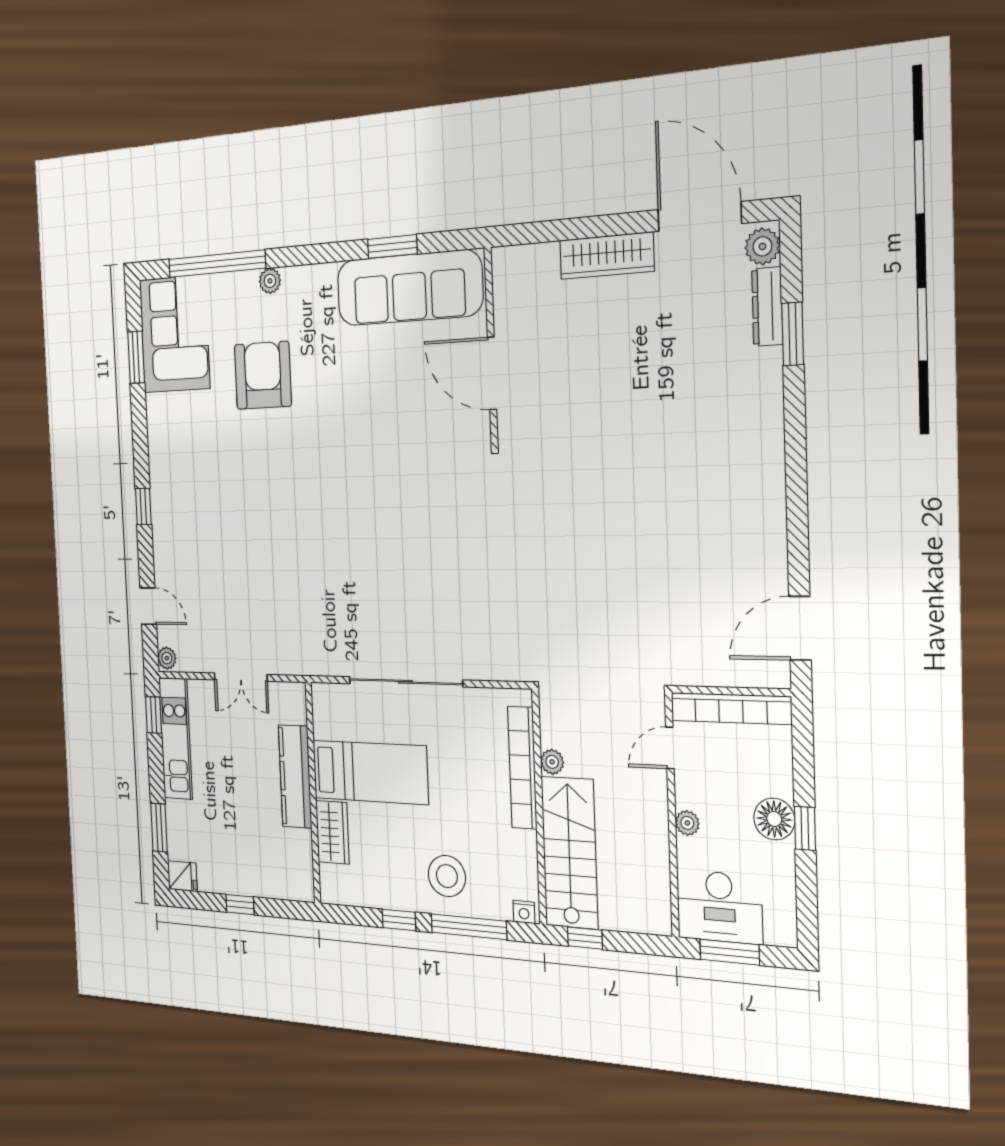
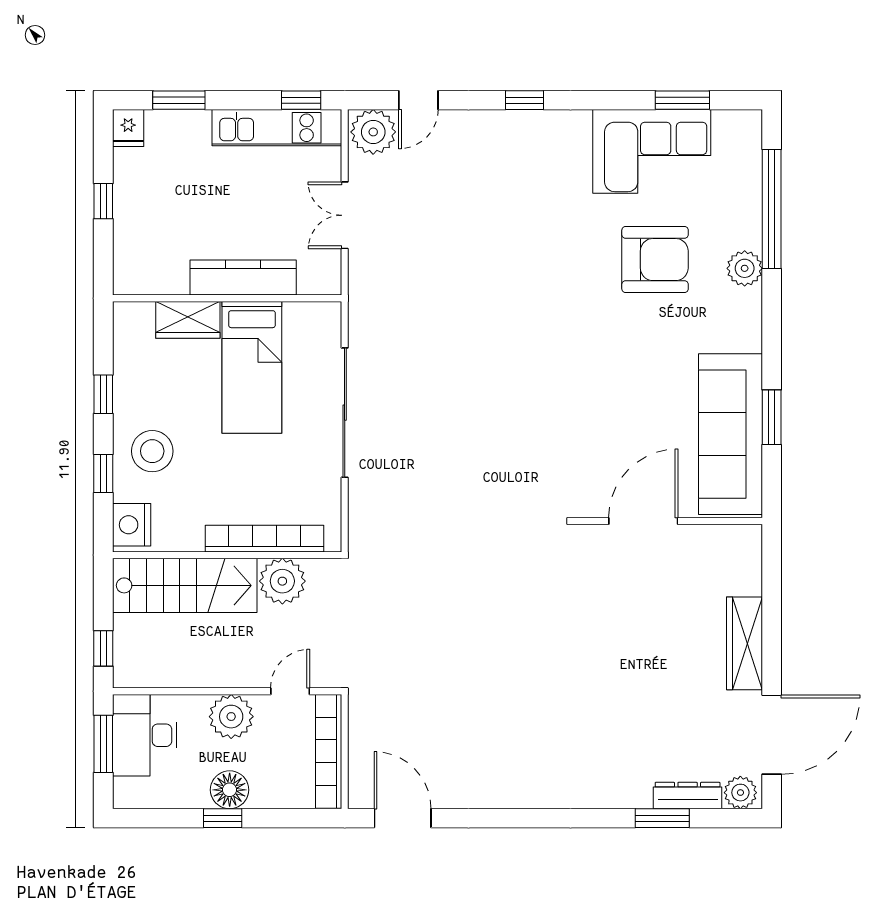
plant: (270, 281) -> (745, 268), width x1.38, depth x1.38
corner sofa: (174, 334) -> (652, 151), moved
plant: (167, 658) -> (373, 132), width x1.88, depth x1.88
door: (670, 748) -> (290, 691), hinge flipped
plant: (552, 762) -> (282, 581), width x1.88, depth x1.88
plant: (687, 823) -> (231, 717), width x1.88, depth x1.88
nightstand: (524, 912) -> (132, 525), width x1.89, depth x1.79
window: (469, 927) -> (103, 474), width x0.46
window: (585, 938) -> (103, 648), moved

